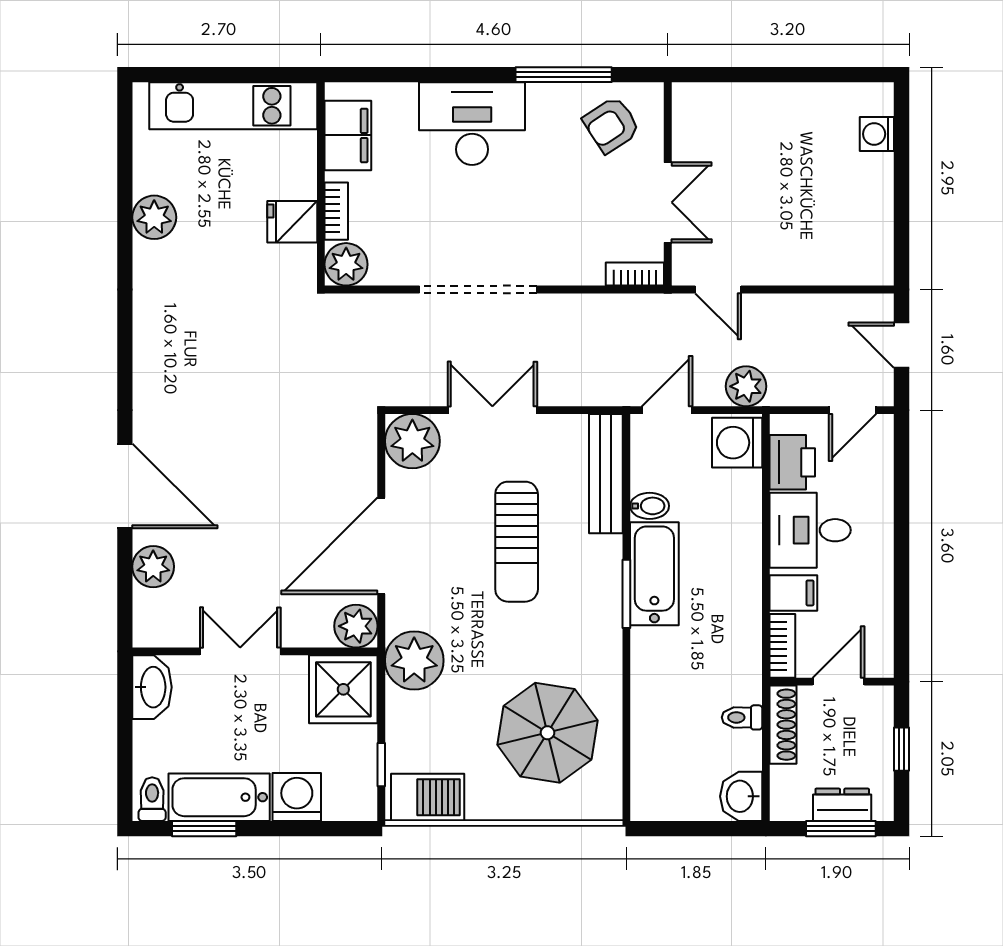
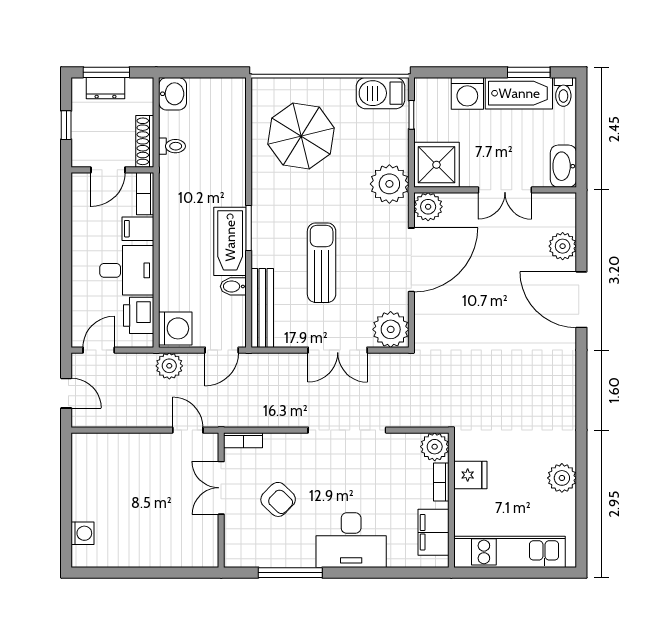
armchair: (611, 125) -> (278, 499), moved, turned 77

